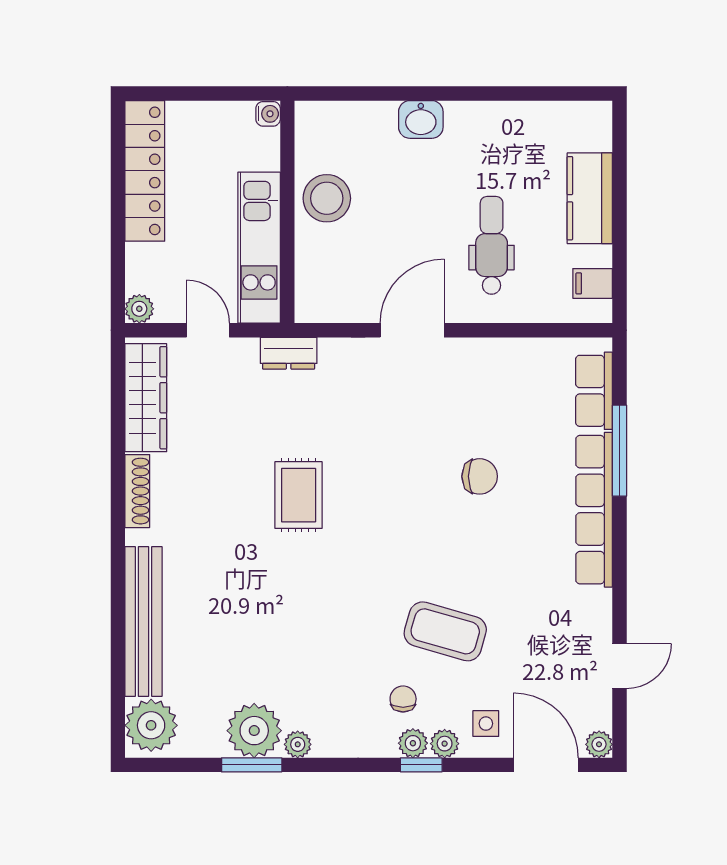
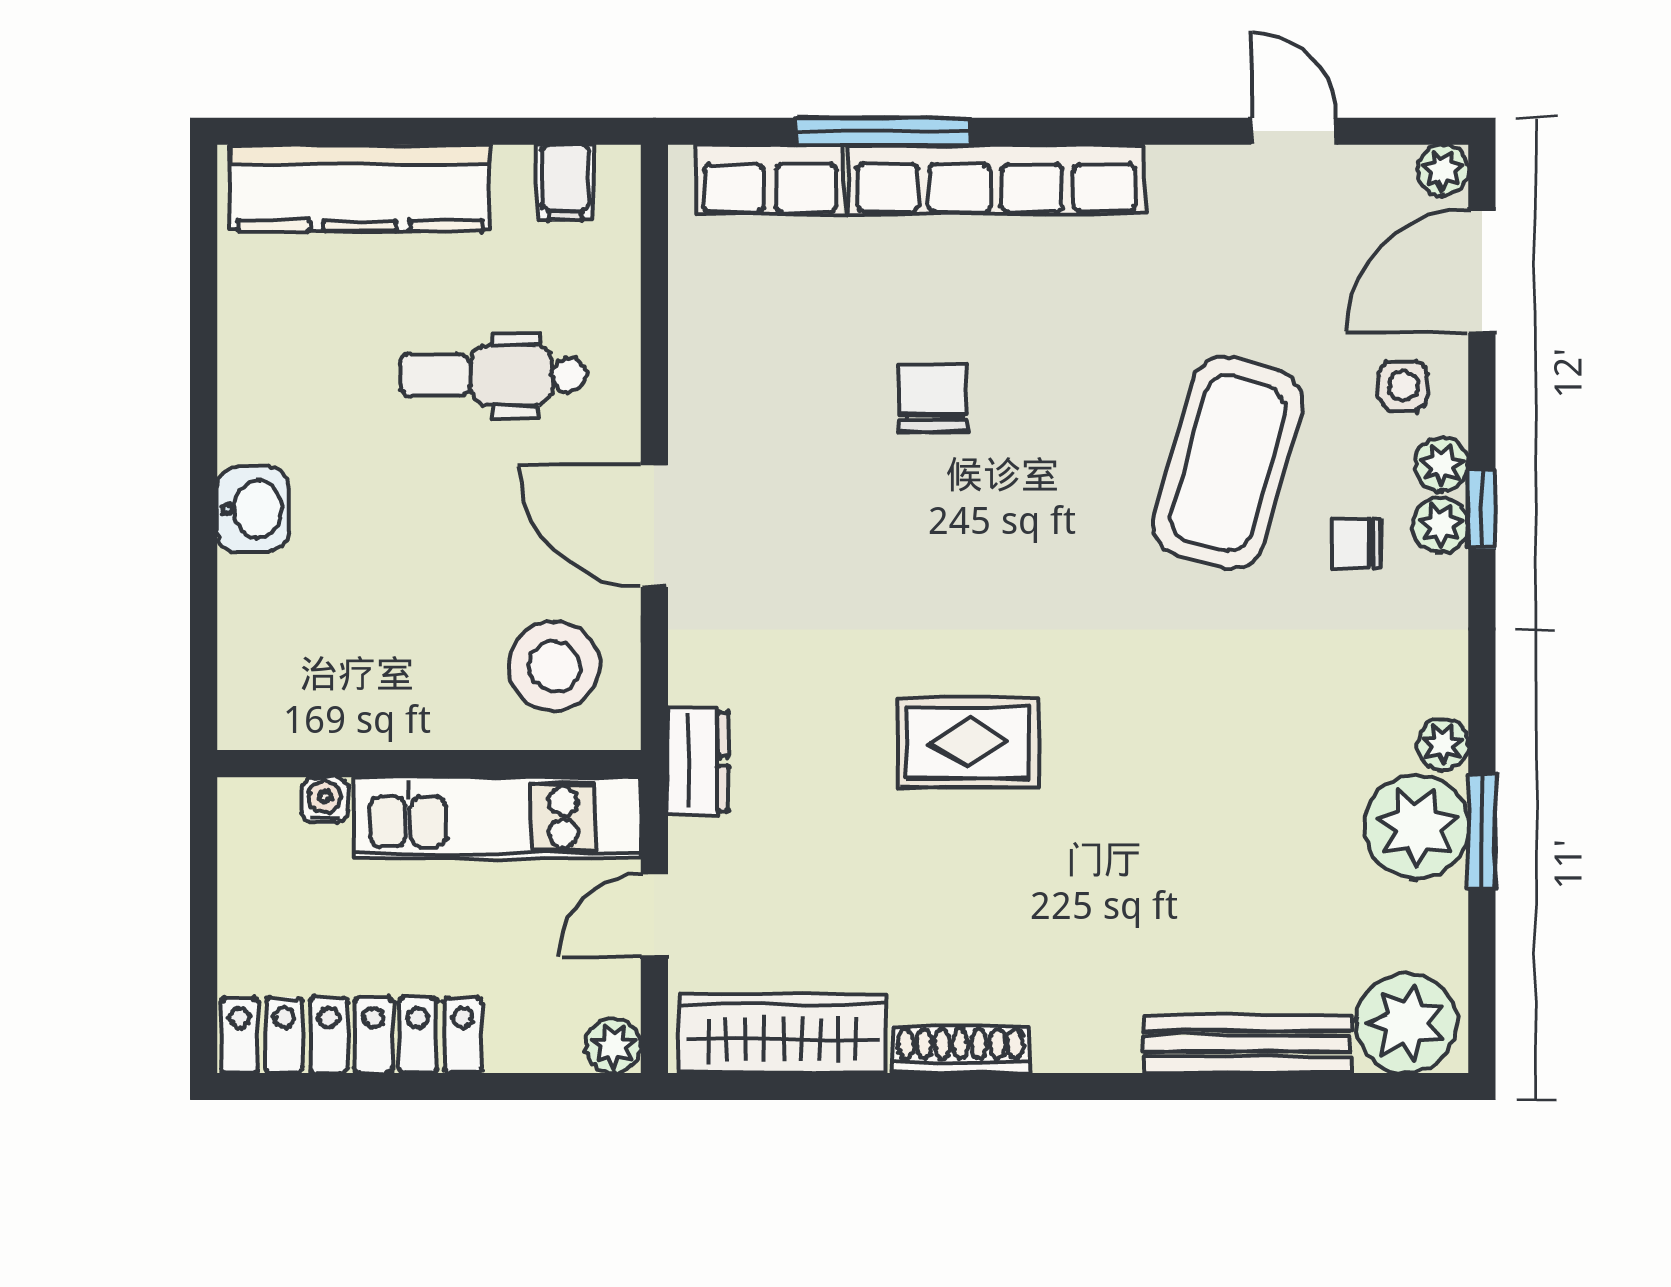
water cooler: (268, 114) -> (325, 800), moved
stool: (327, 198) -> (554, 666), moved
kitchen counter: (590, 198) -> (360, 188), width x1.50
bench: (143, 621) -> (1247, 1044), width x0.73, depth x0.82
coffee table: (445, 631) -> (1228, 463), width x1.36, depth x1.32

